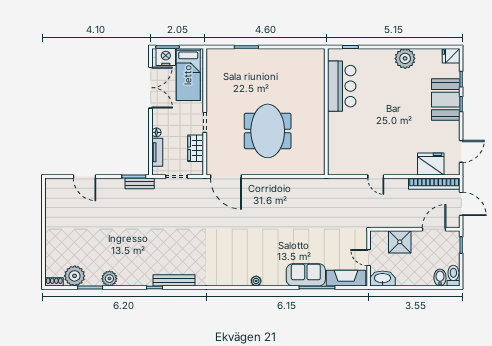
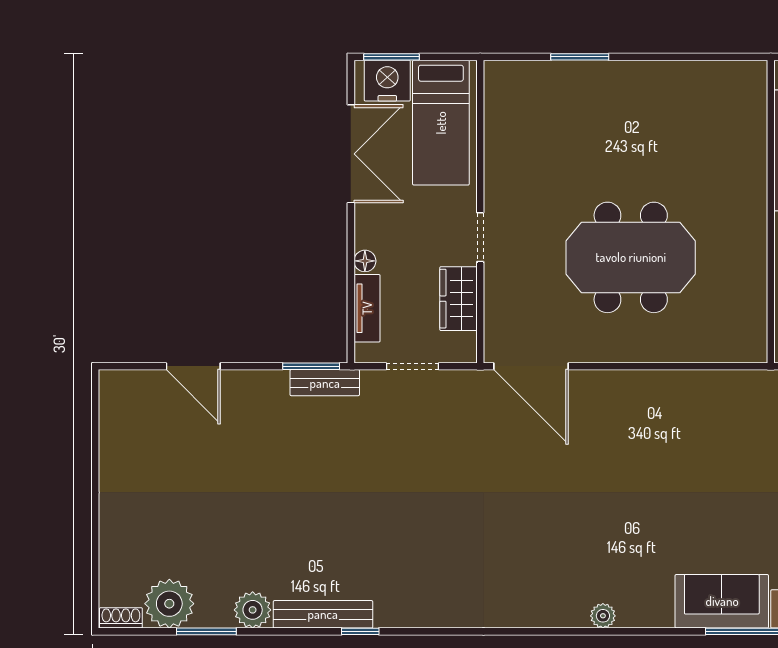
meeting table: (268, 131) -> (631, 257), turned 90
bench: (174, 280) -> (323, 614), moved

